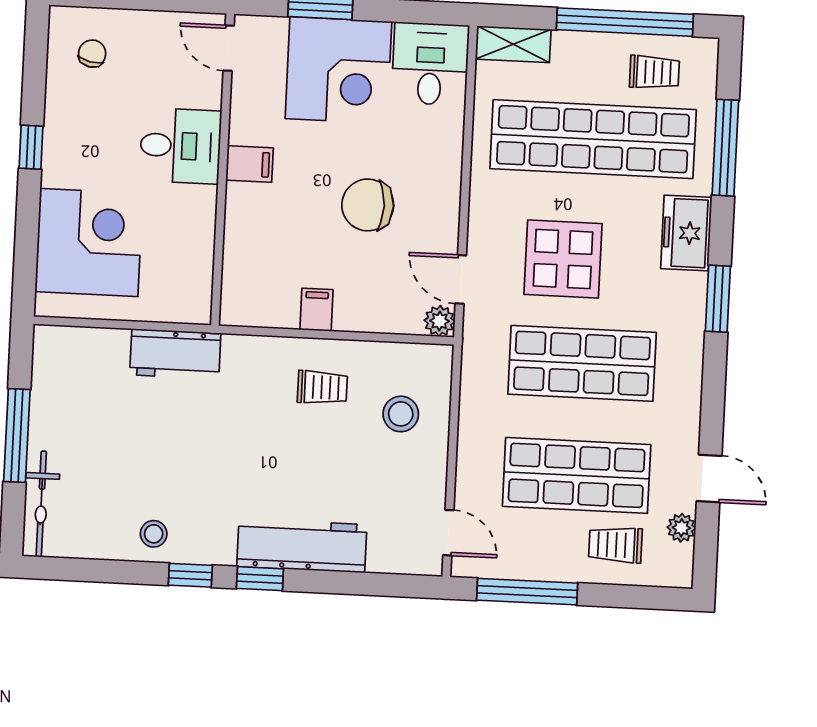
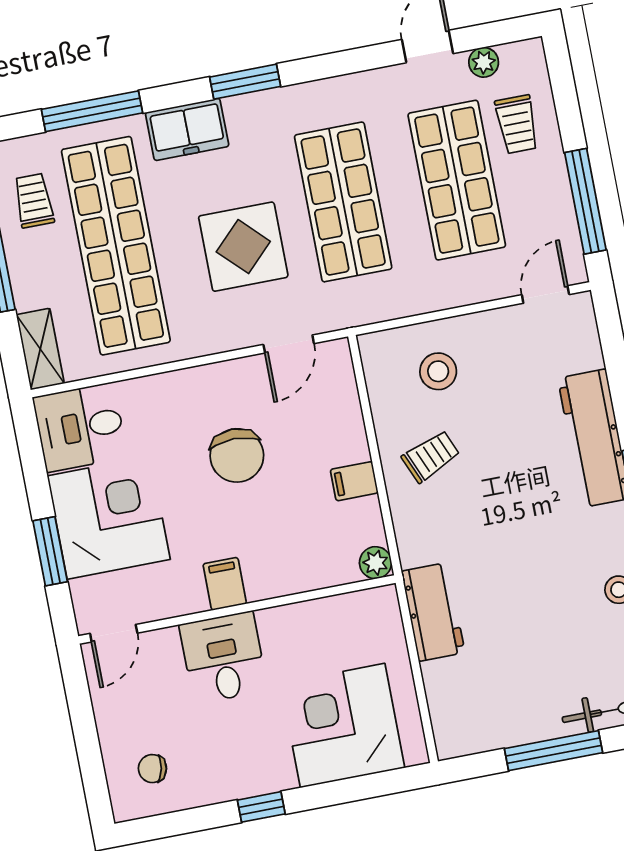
plant: (440, 321) -> (376, 563), moved
trolley: (322, 387) -> (431, 456), turned 67

